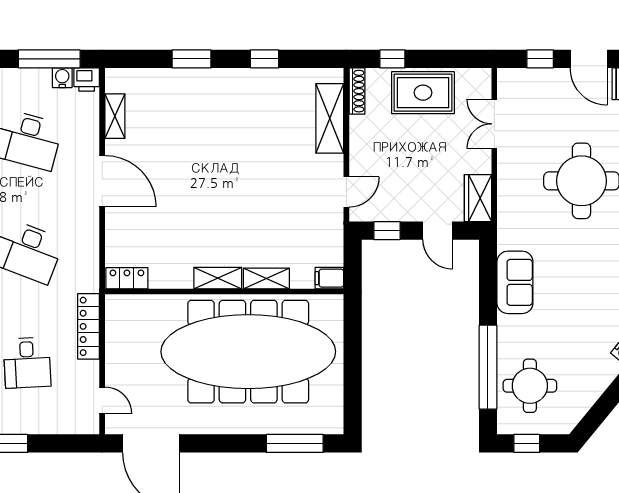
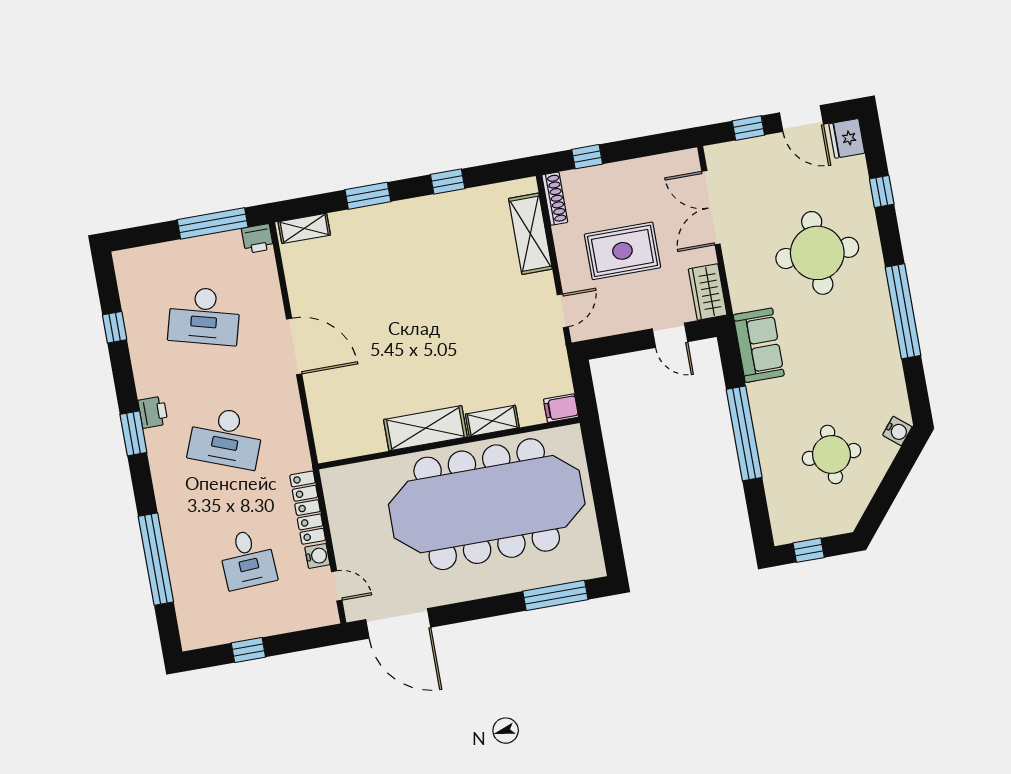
water cooler: (62, 78) -> (317, 556), moved, turned 90
rug: (423, 93) -> (622, 251), moved
shelving: (115, 116) -> (304, 228), moved, turned 90
double door: (494, 124) -> (711, 208), width x1.37
window: (387, 231) -> (615, 345), removed
locker: (127, 278) -> (340, 448), removed
shelving: (218, 278) -> (425, 428), width x1.50, depth x1.33
sofa: (515, 282) -> (759, 345), moved
window: (488, 367) -> (744, 433), moved
round table: (530, 386) -> (832, 454), moved

